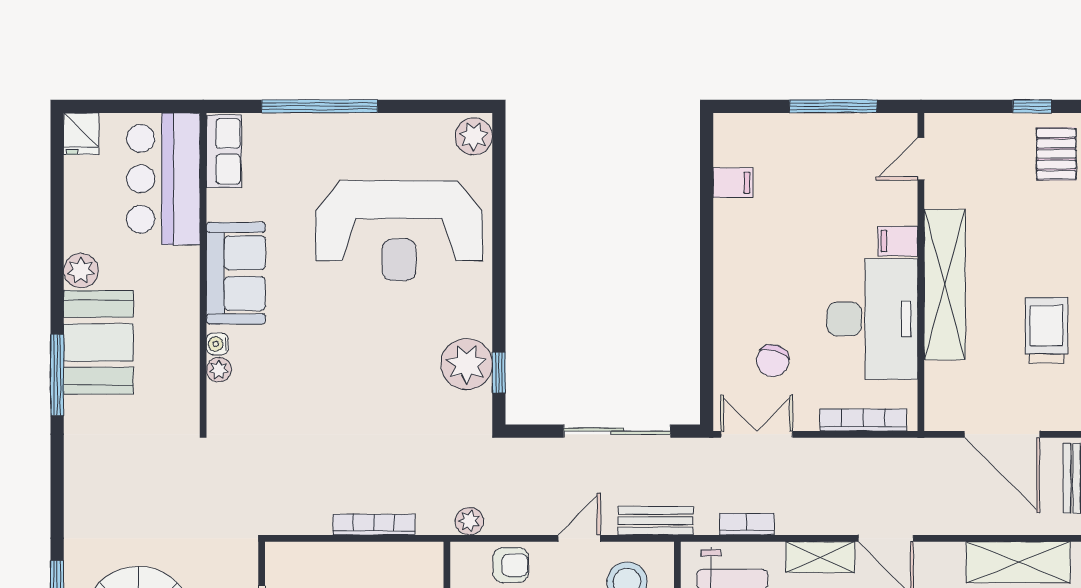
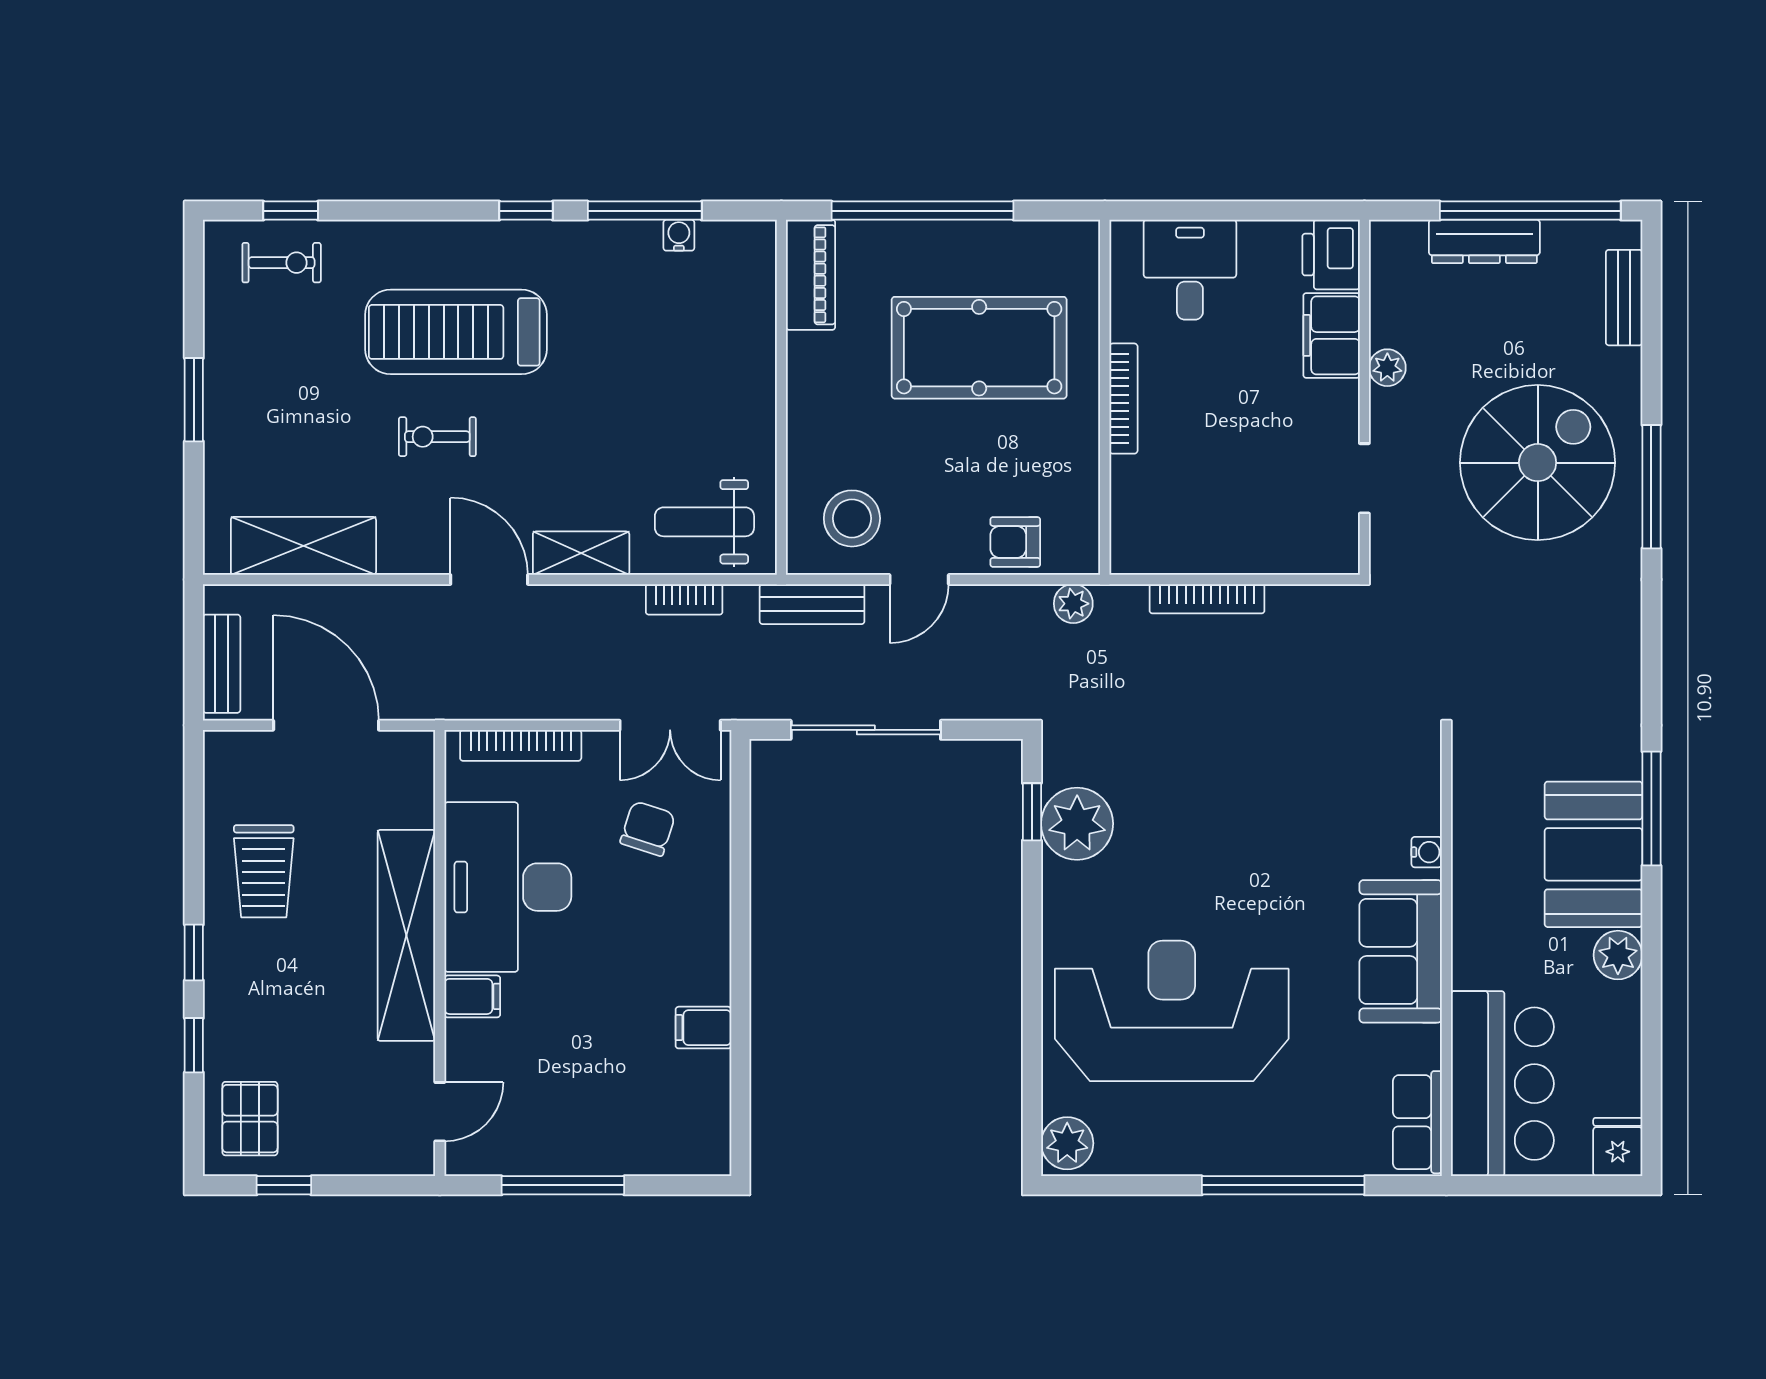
filing cabinet: (733, 183) -> (703, 1028), moved
plant: (219, 370) -> (1425, 816), removed

